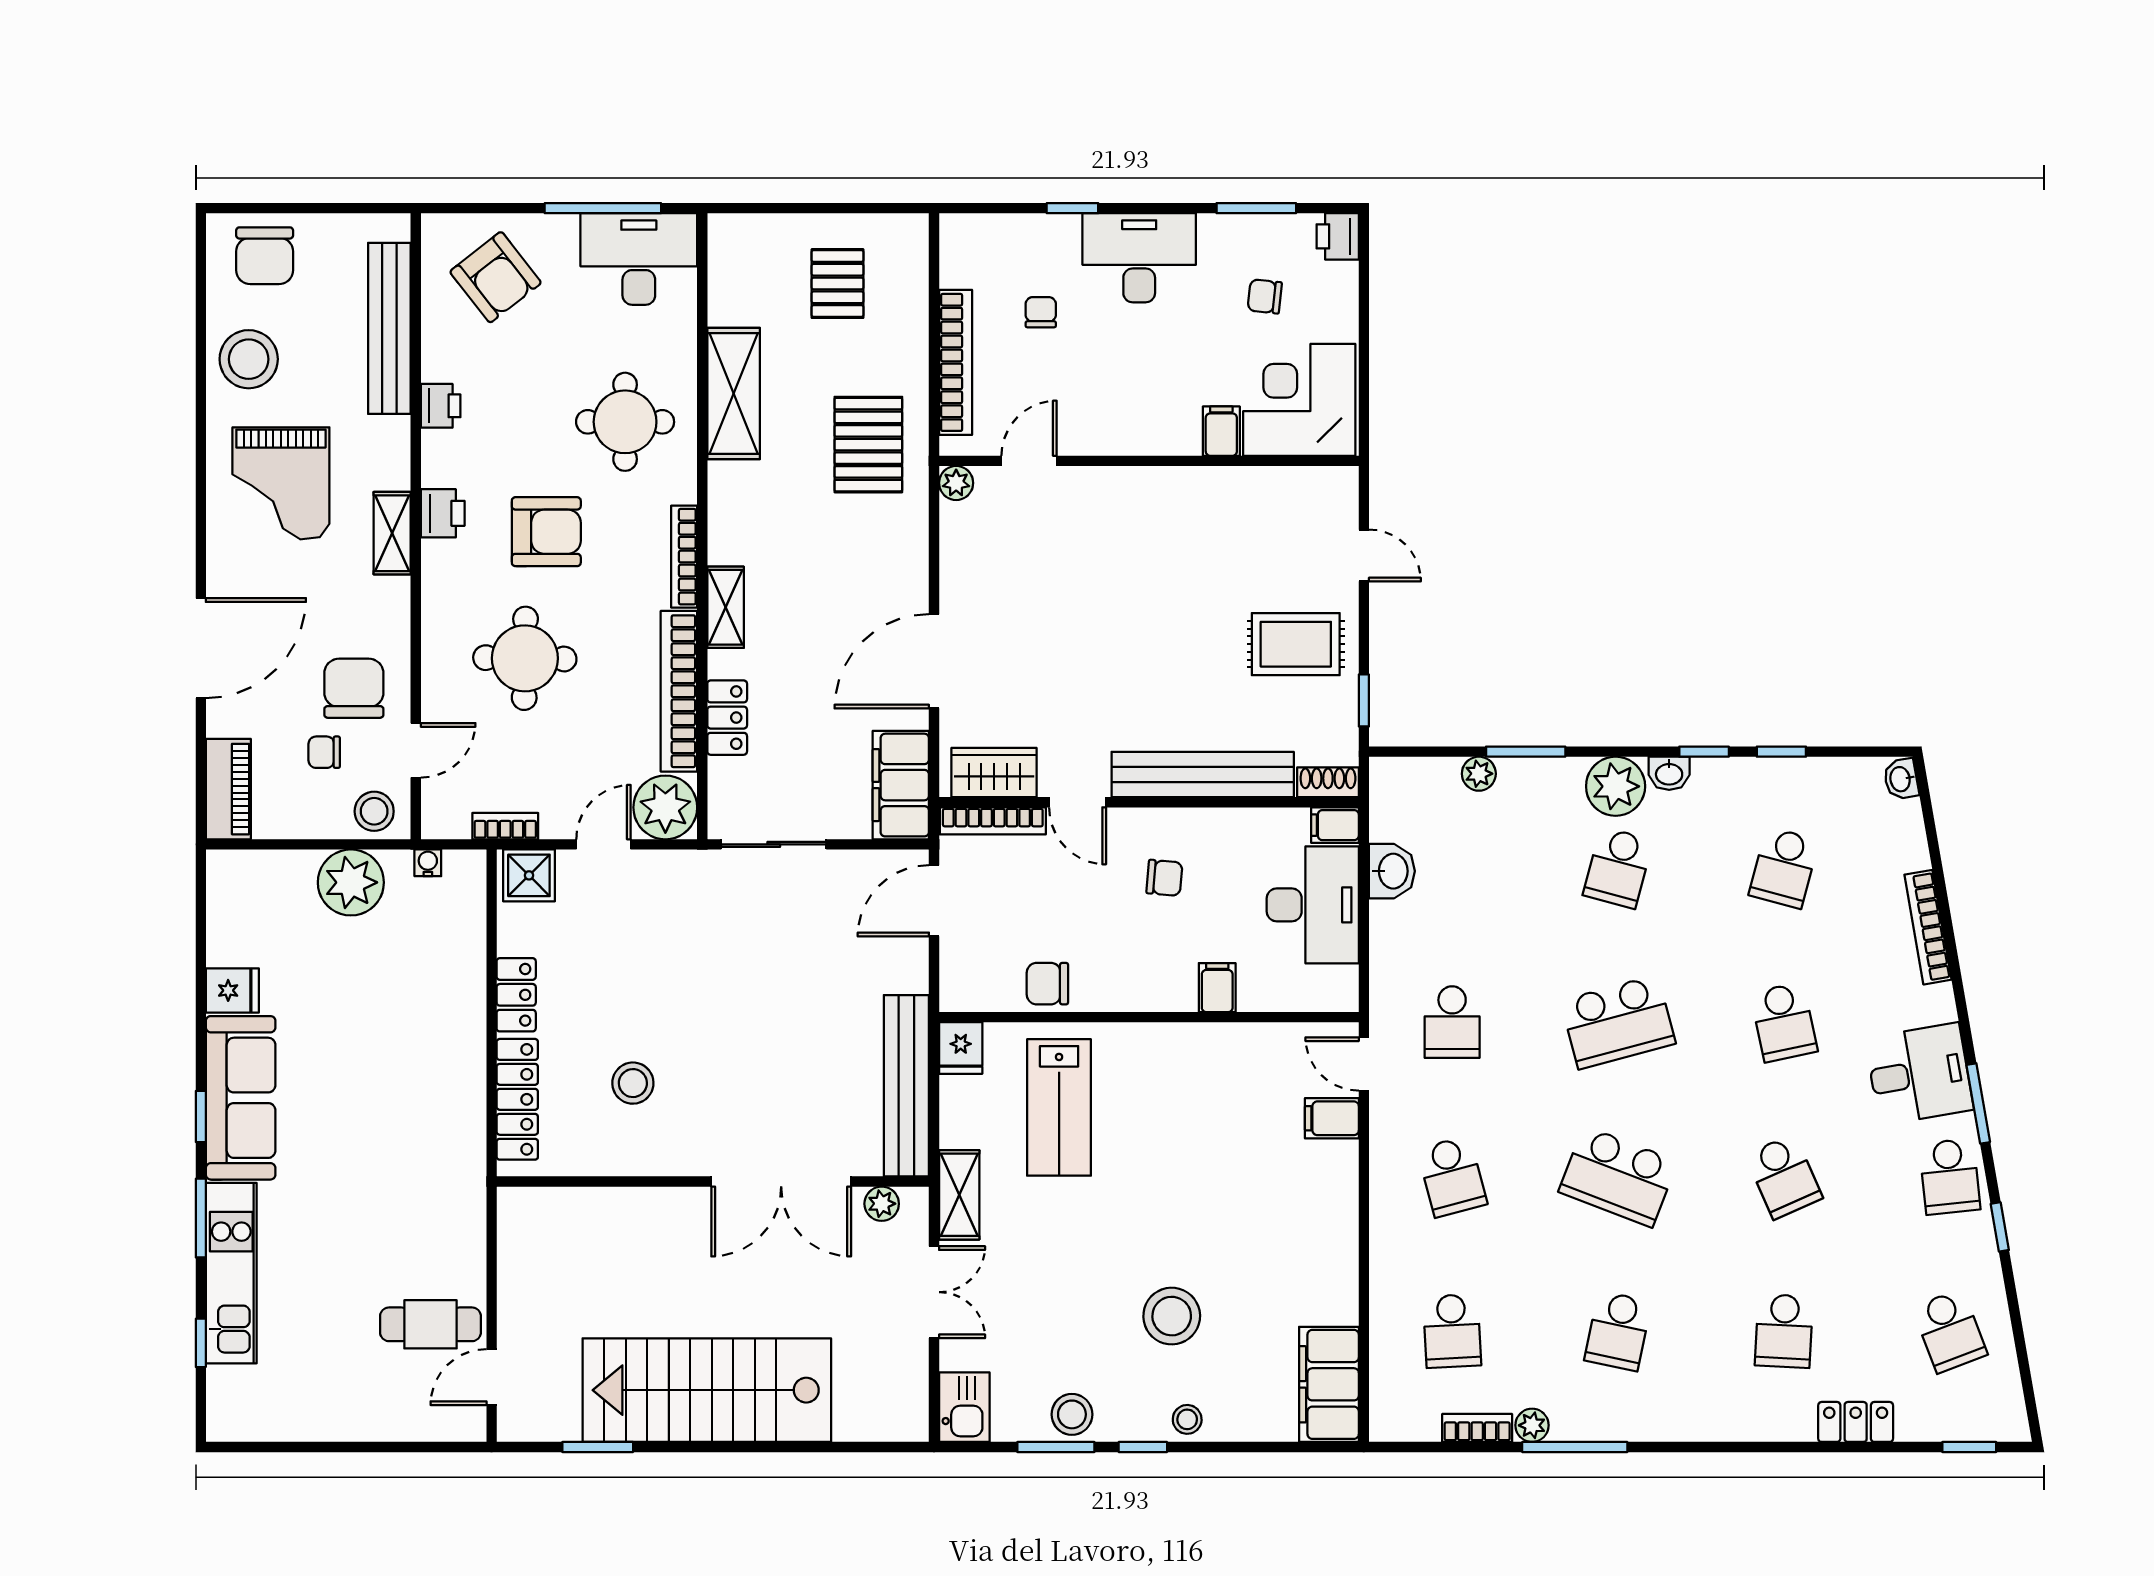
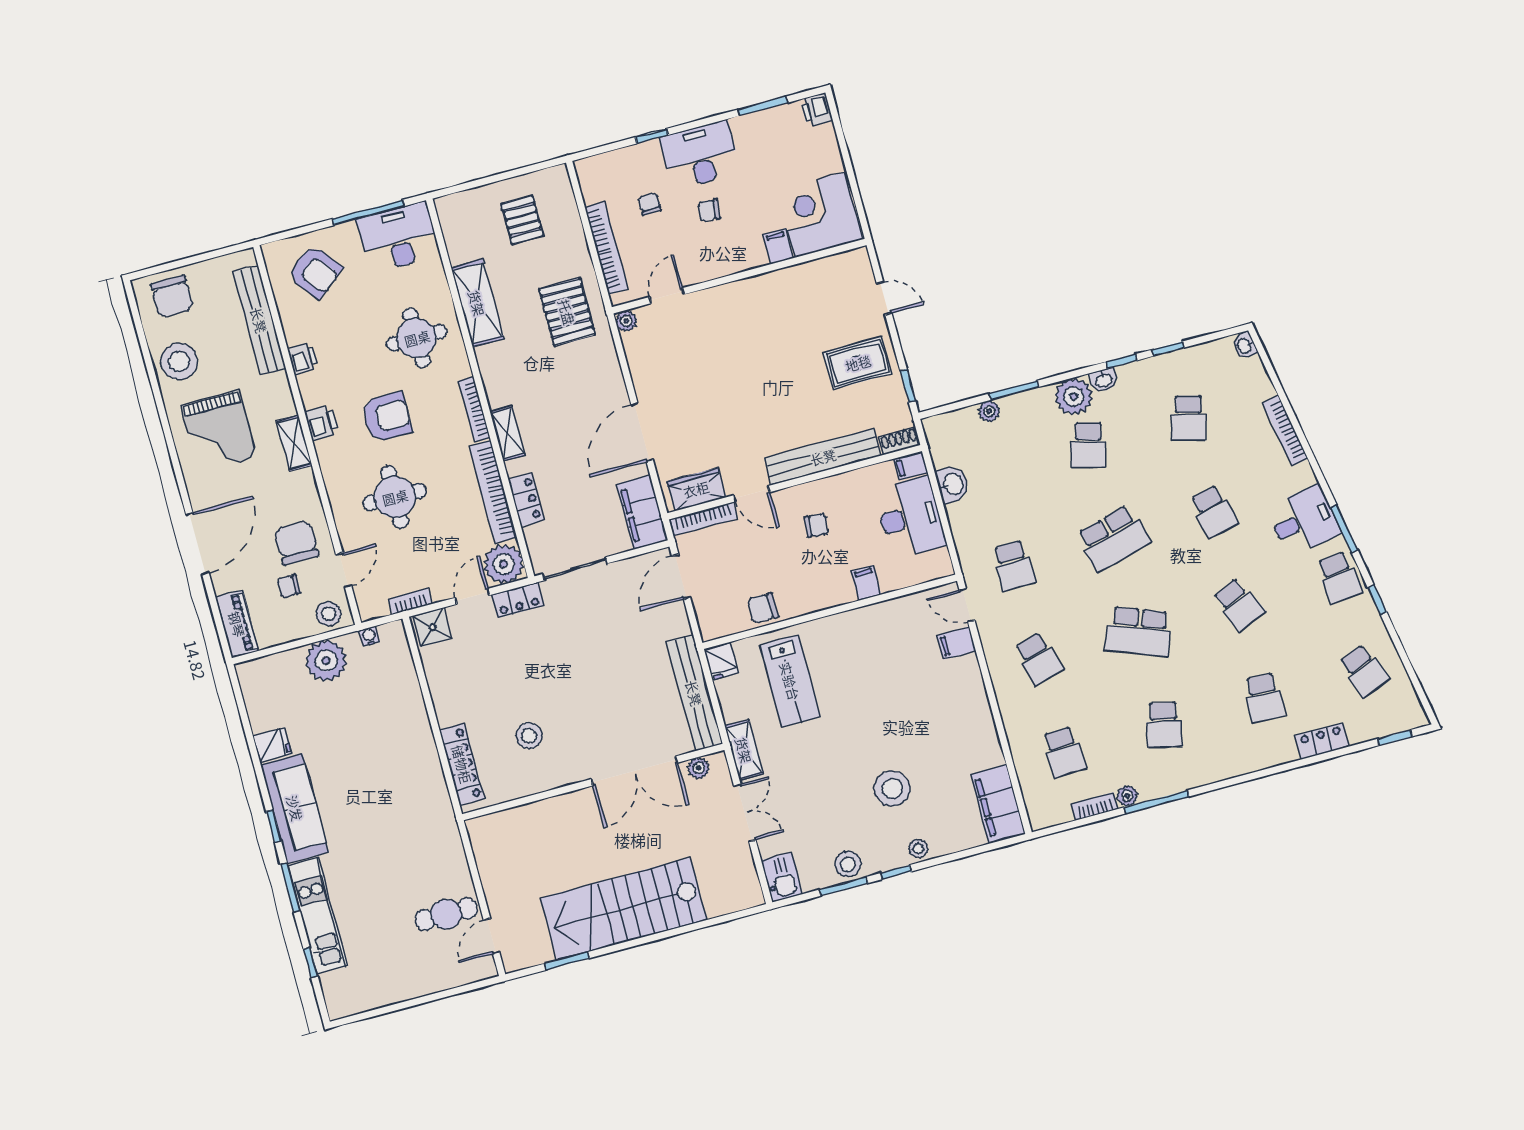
chair: (1265, 296) -> (709, 210), moved
locker: (516, 995) -> (518, 600), moved, turned 90

